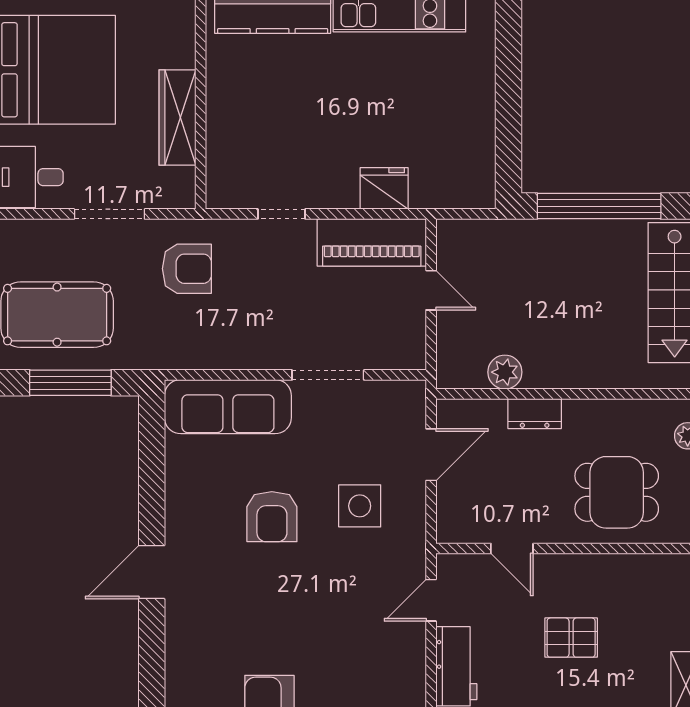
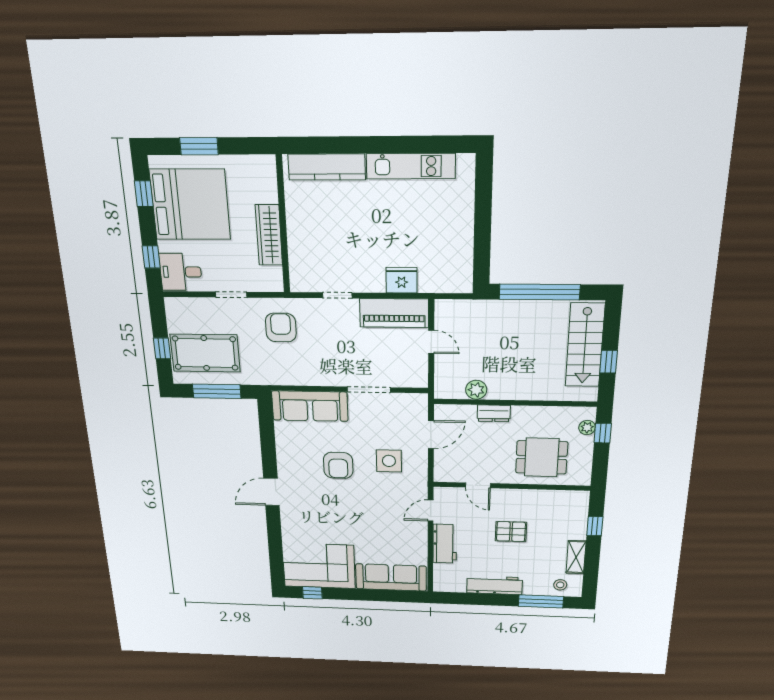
doorway: (109, 214) -> (231, 295), width x0.73
armchair: (187, 269) -> (281, 328), turned -90

